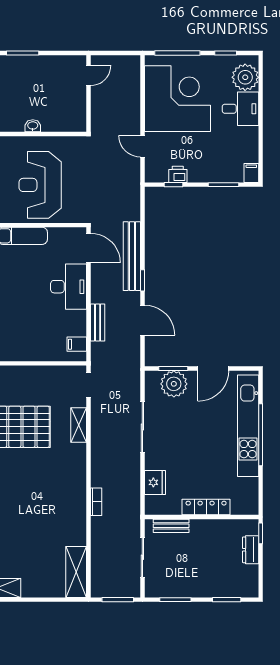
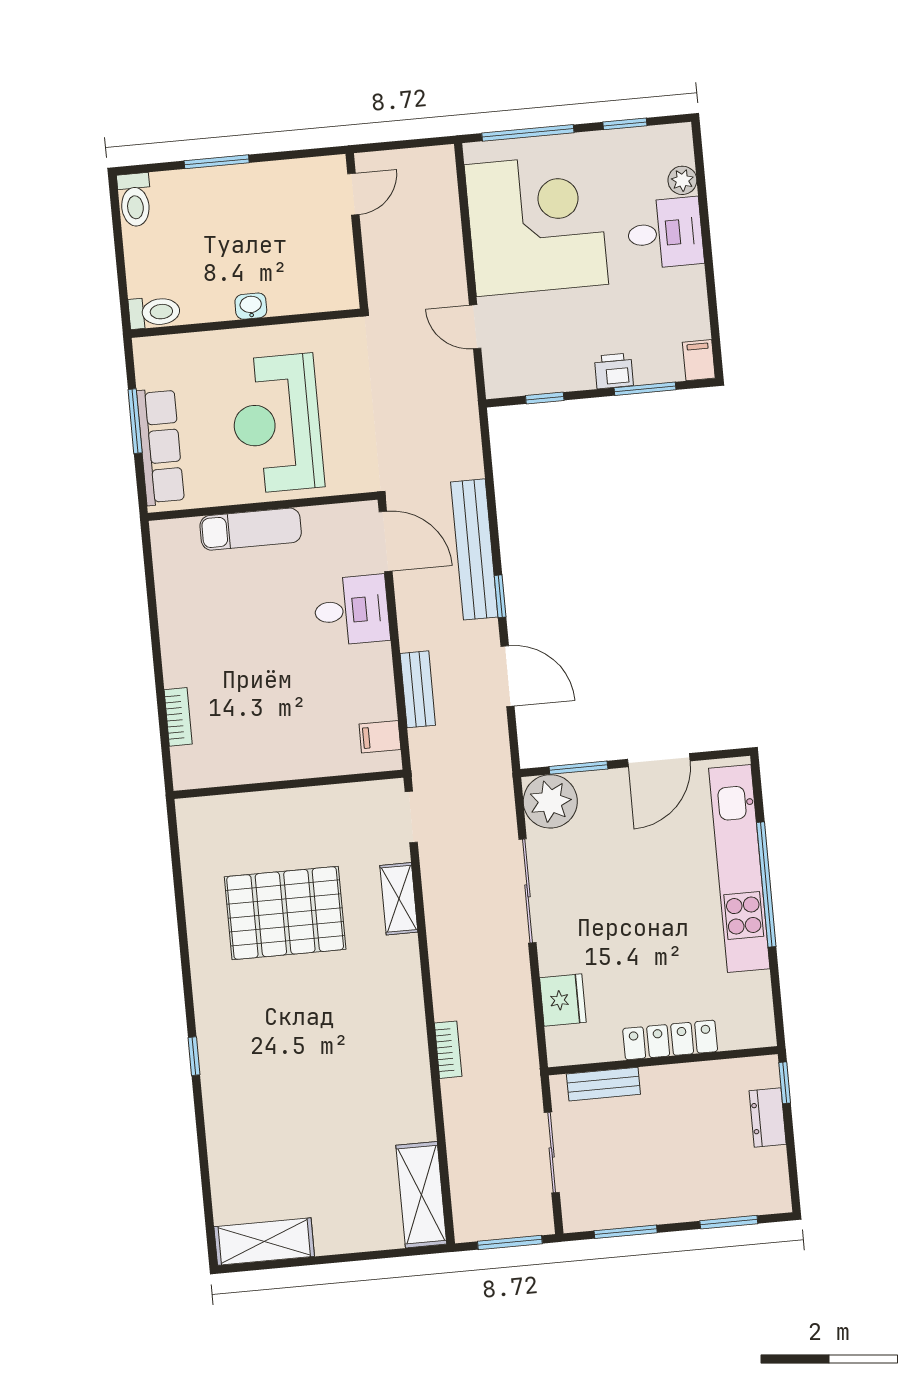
plant: (245, 77) -> (682, 180), width x0.53, depth x0.53
printer: (178, 174) -> (614, 371), moved
desk: (69, 287) -> (352, 610), width x0.73
plant: (174, 384) -> (550, 801), moved

